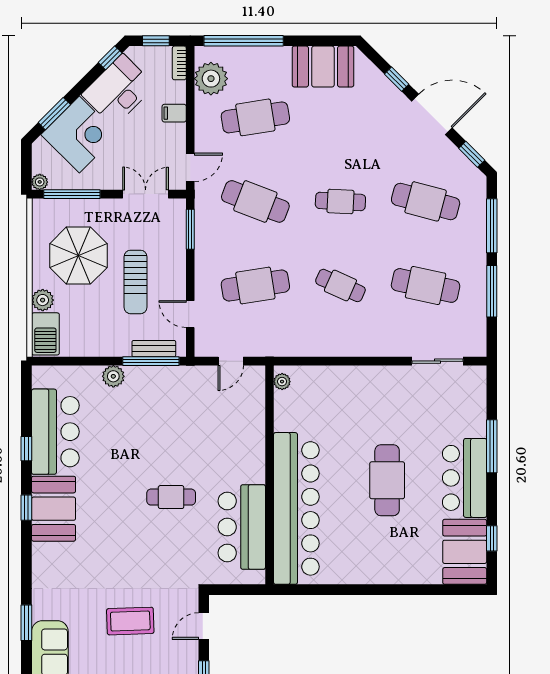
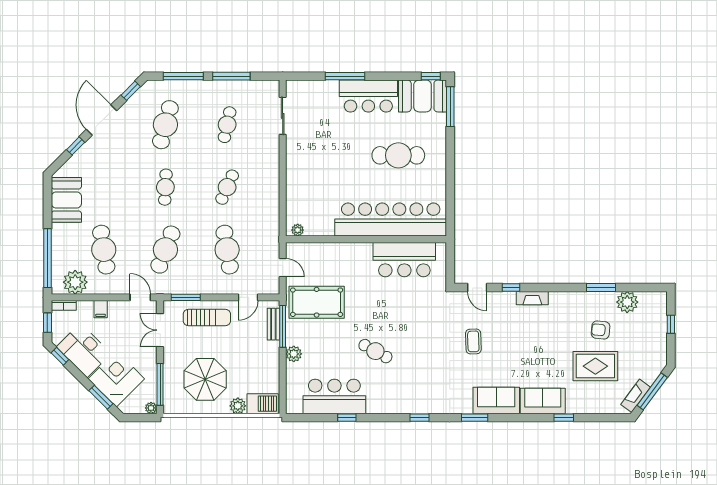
sun lounger: (136, 282) -> (207, 318), moved
cafe table: (426, 285) -> (227, 125), width x0.73, depth x0.74
pool table: (184, 407) -> (317, 302), added
cafe table: (387, 480) -> (398, 155), moved
cafe table: (171, 497) -> (375, 351), moved, turned -61
window: (26, 508) -> (420, 418), moved
booth: (54, 509) -> (391, 398), removed
window: (492, 538) -> (431, 76), moved
window: (450, 590) -> (450, 107), added
coffee table: (130, 621) -> (473, 341), width x0.73, depth x0.77

